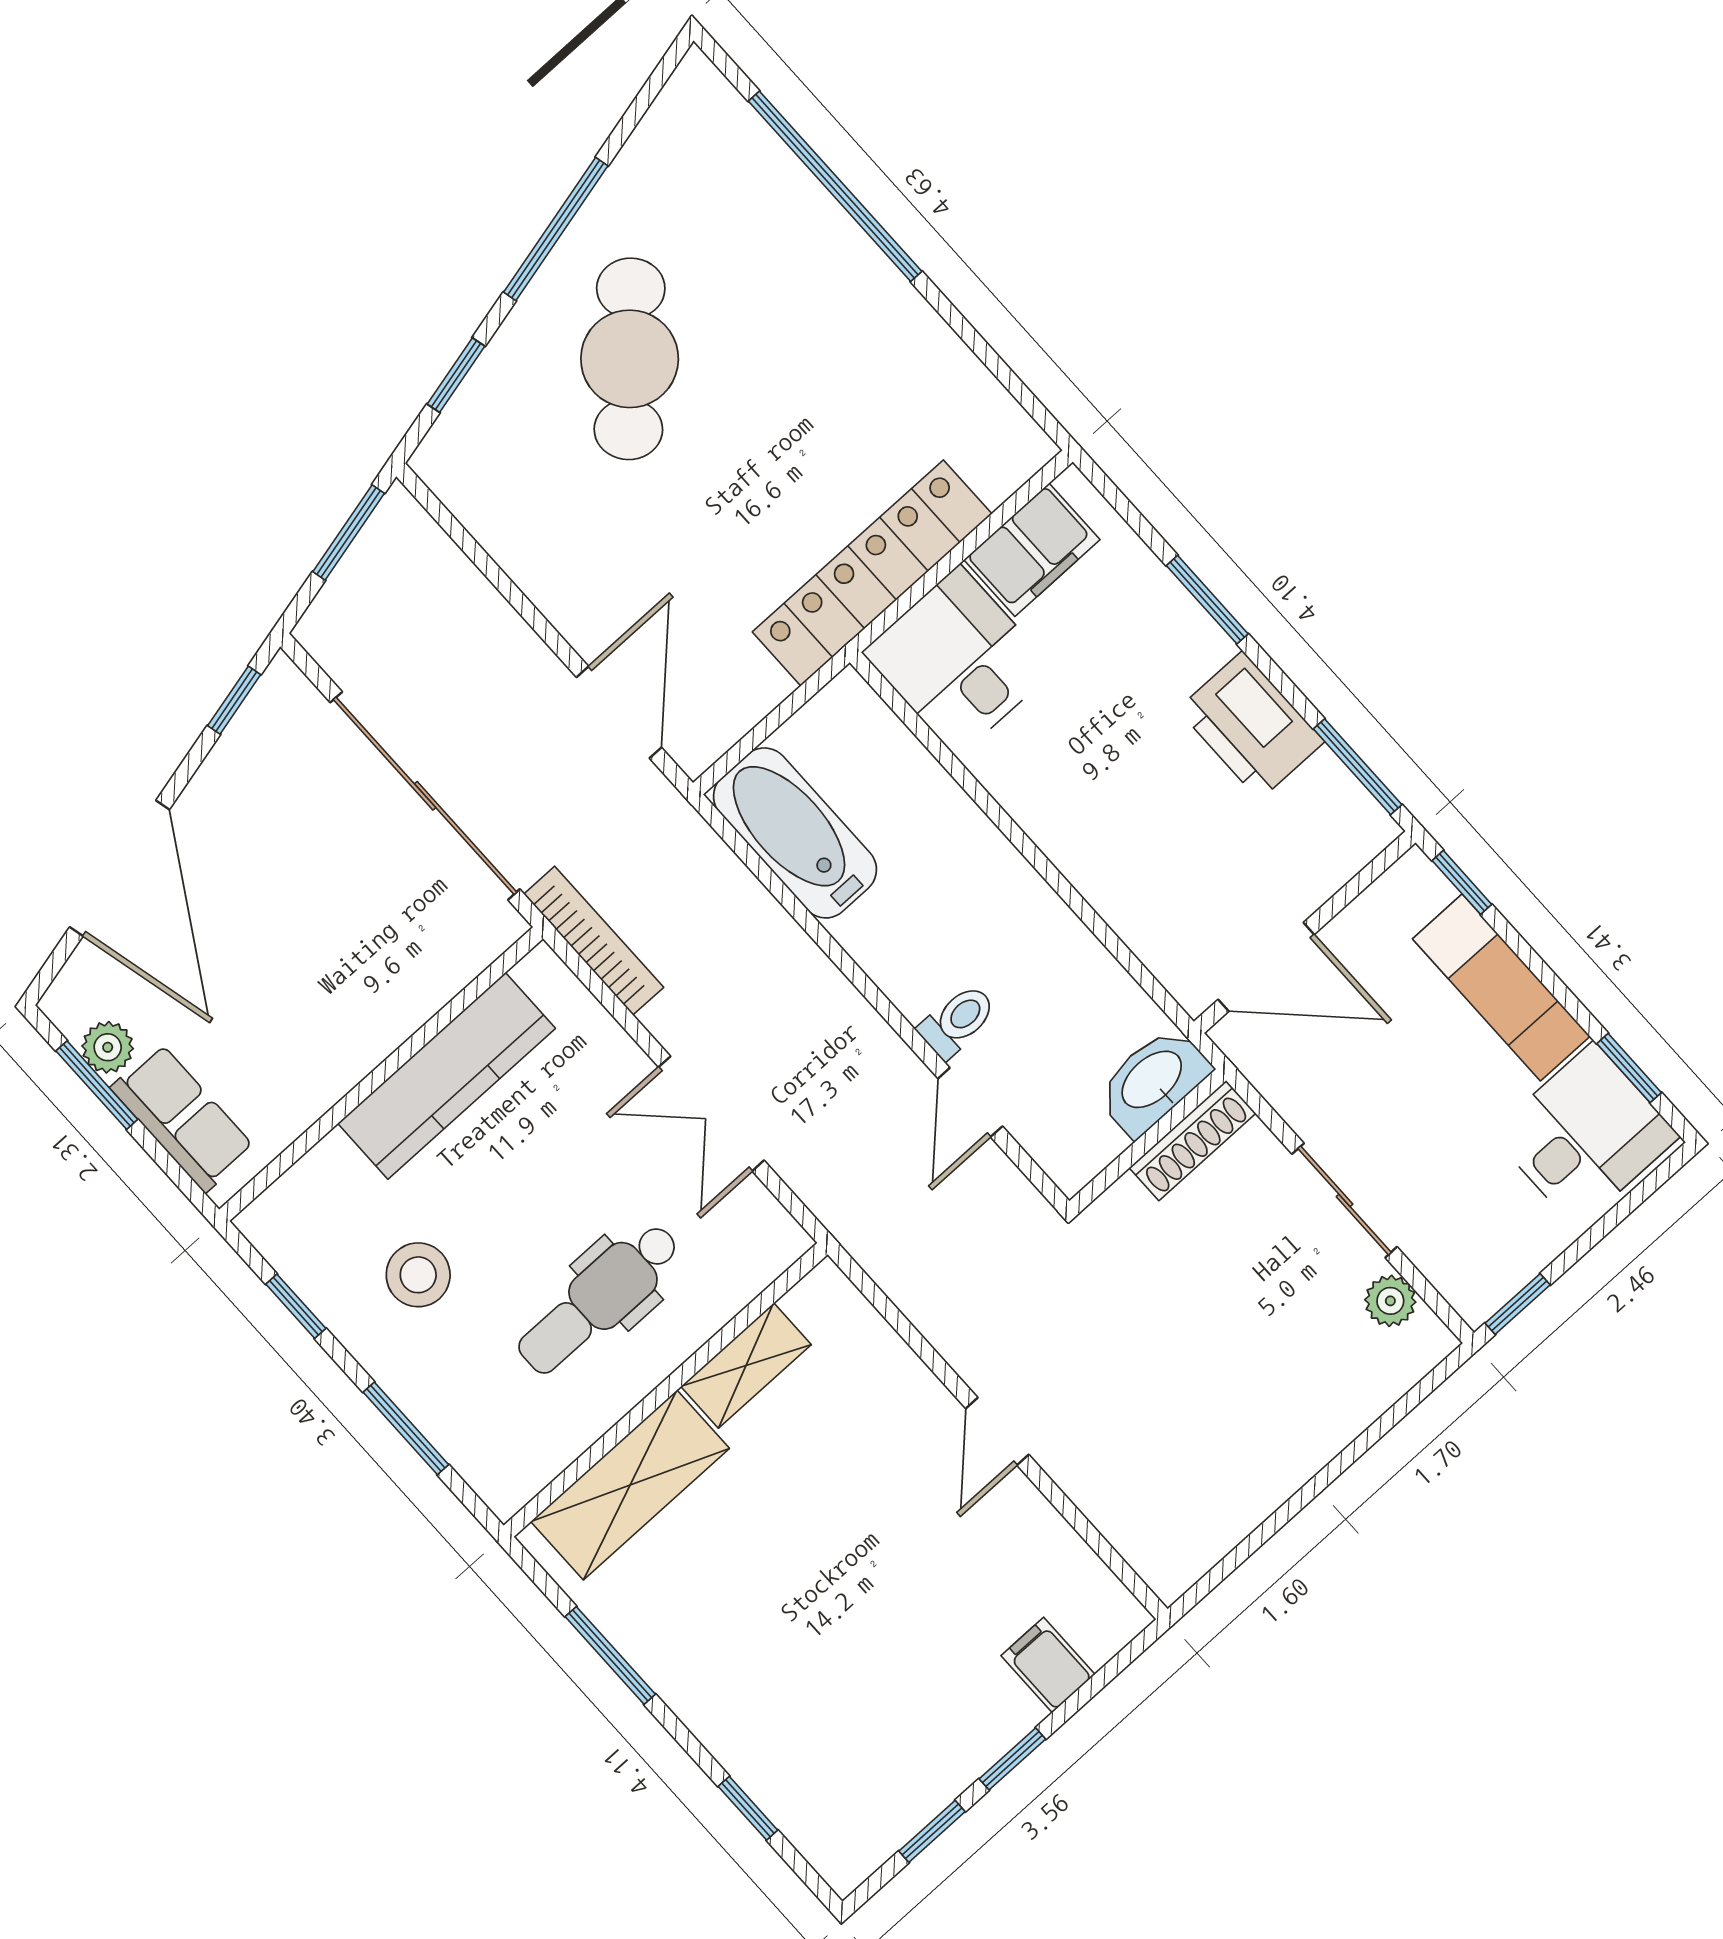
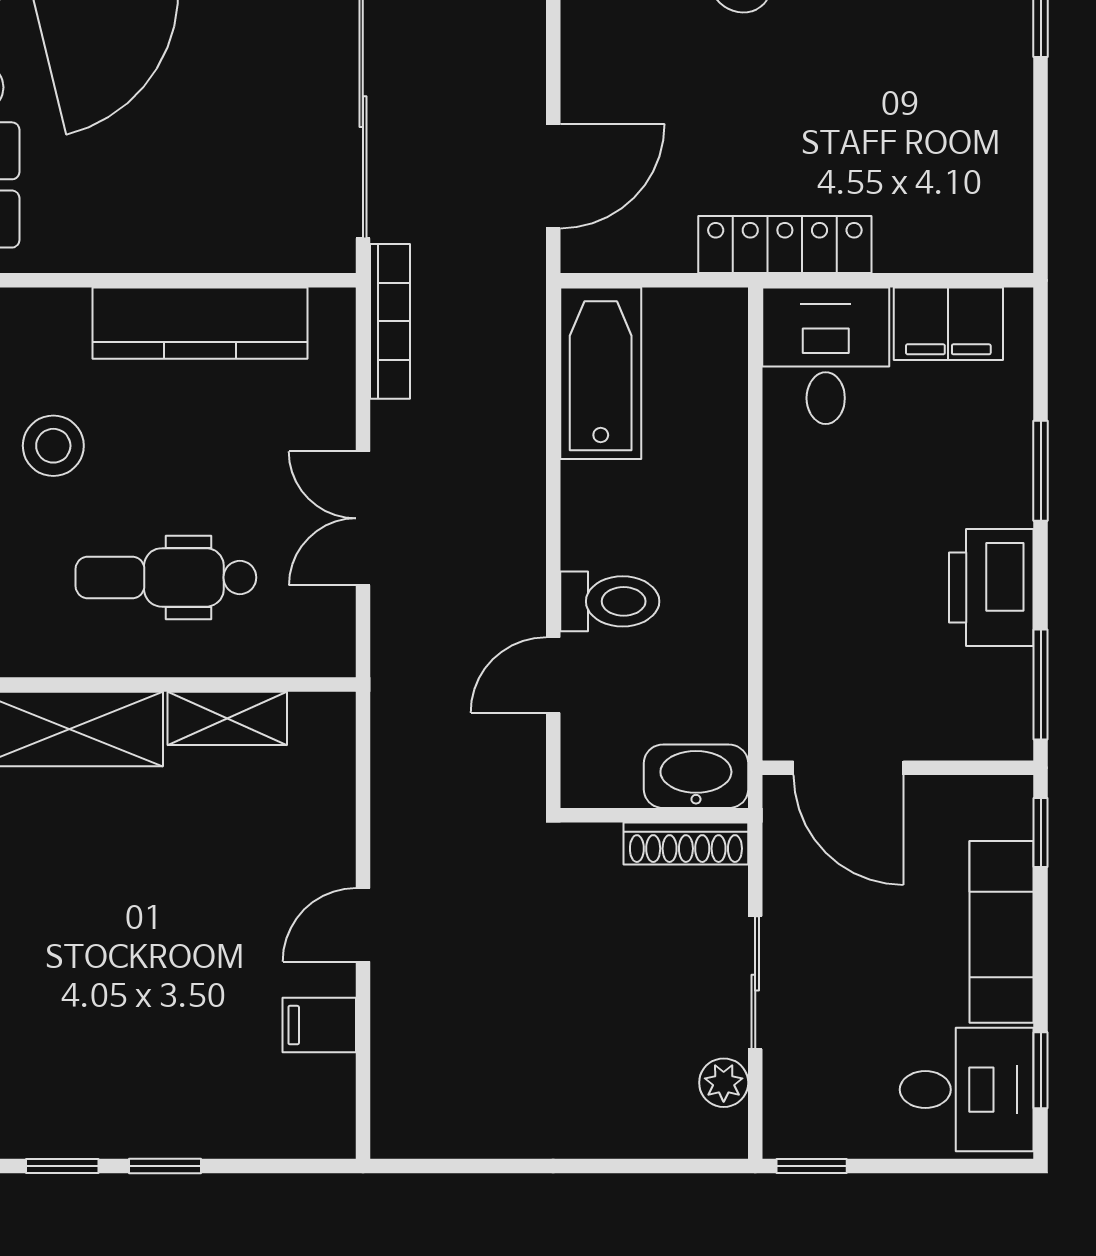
locker: (872, 573) -> (785, 245), width x0.71, depth x0.83
toilet: (958, 1021) -> (610, 601), width x1.37, depth x1.39
filing cabinet: (1048, 1665) -> (319, 1025), moved, turned -90

